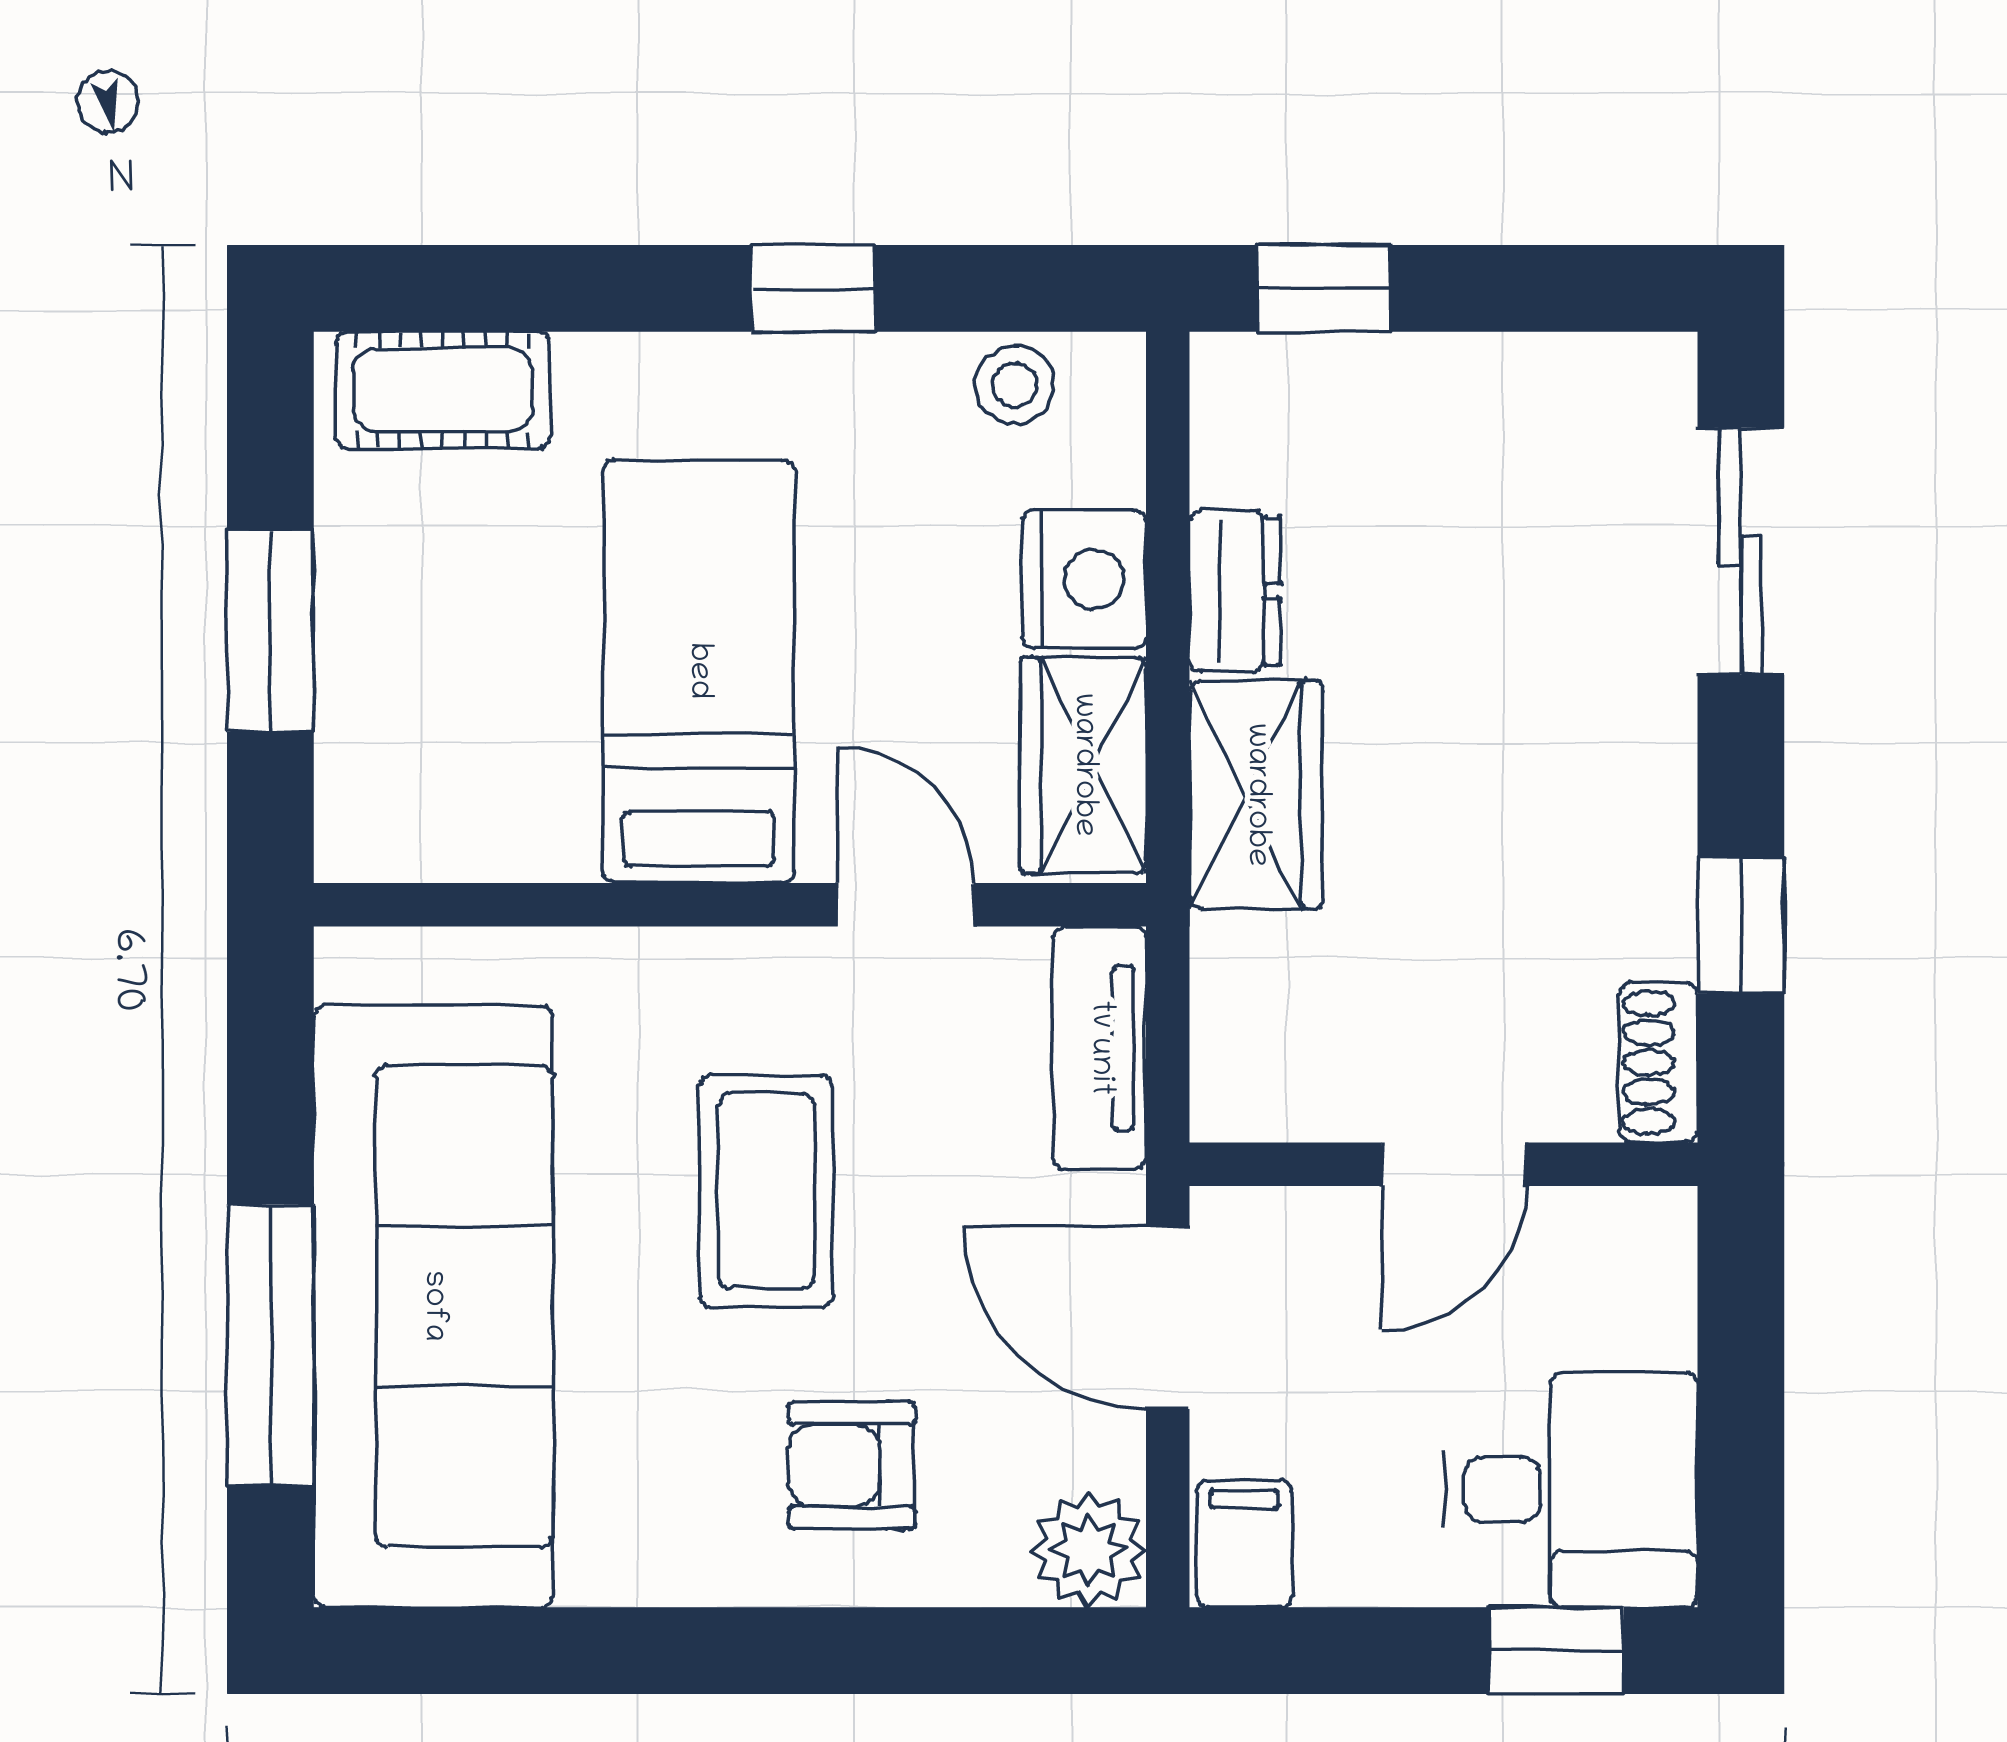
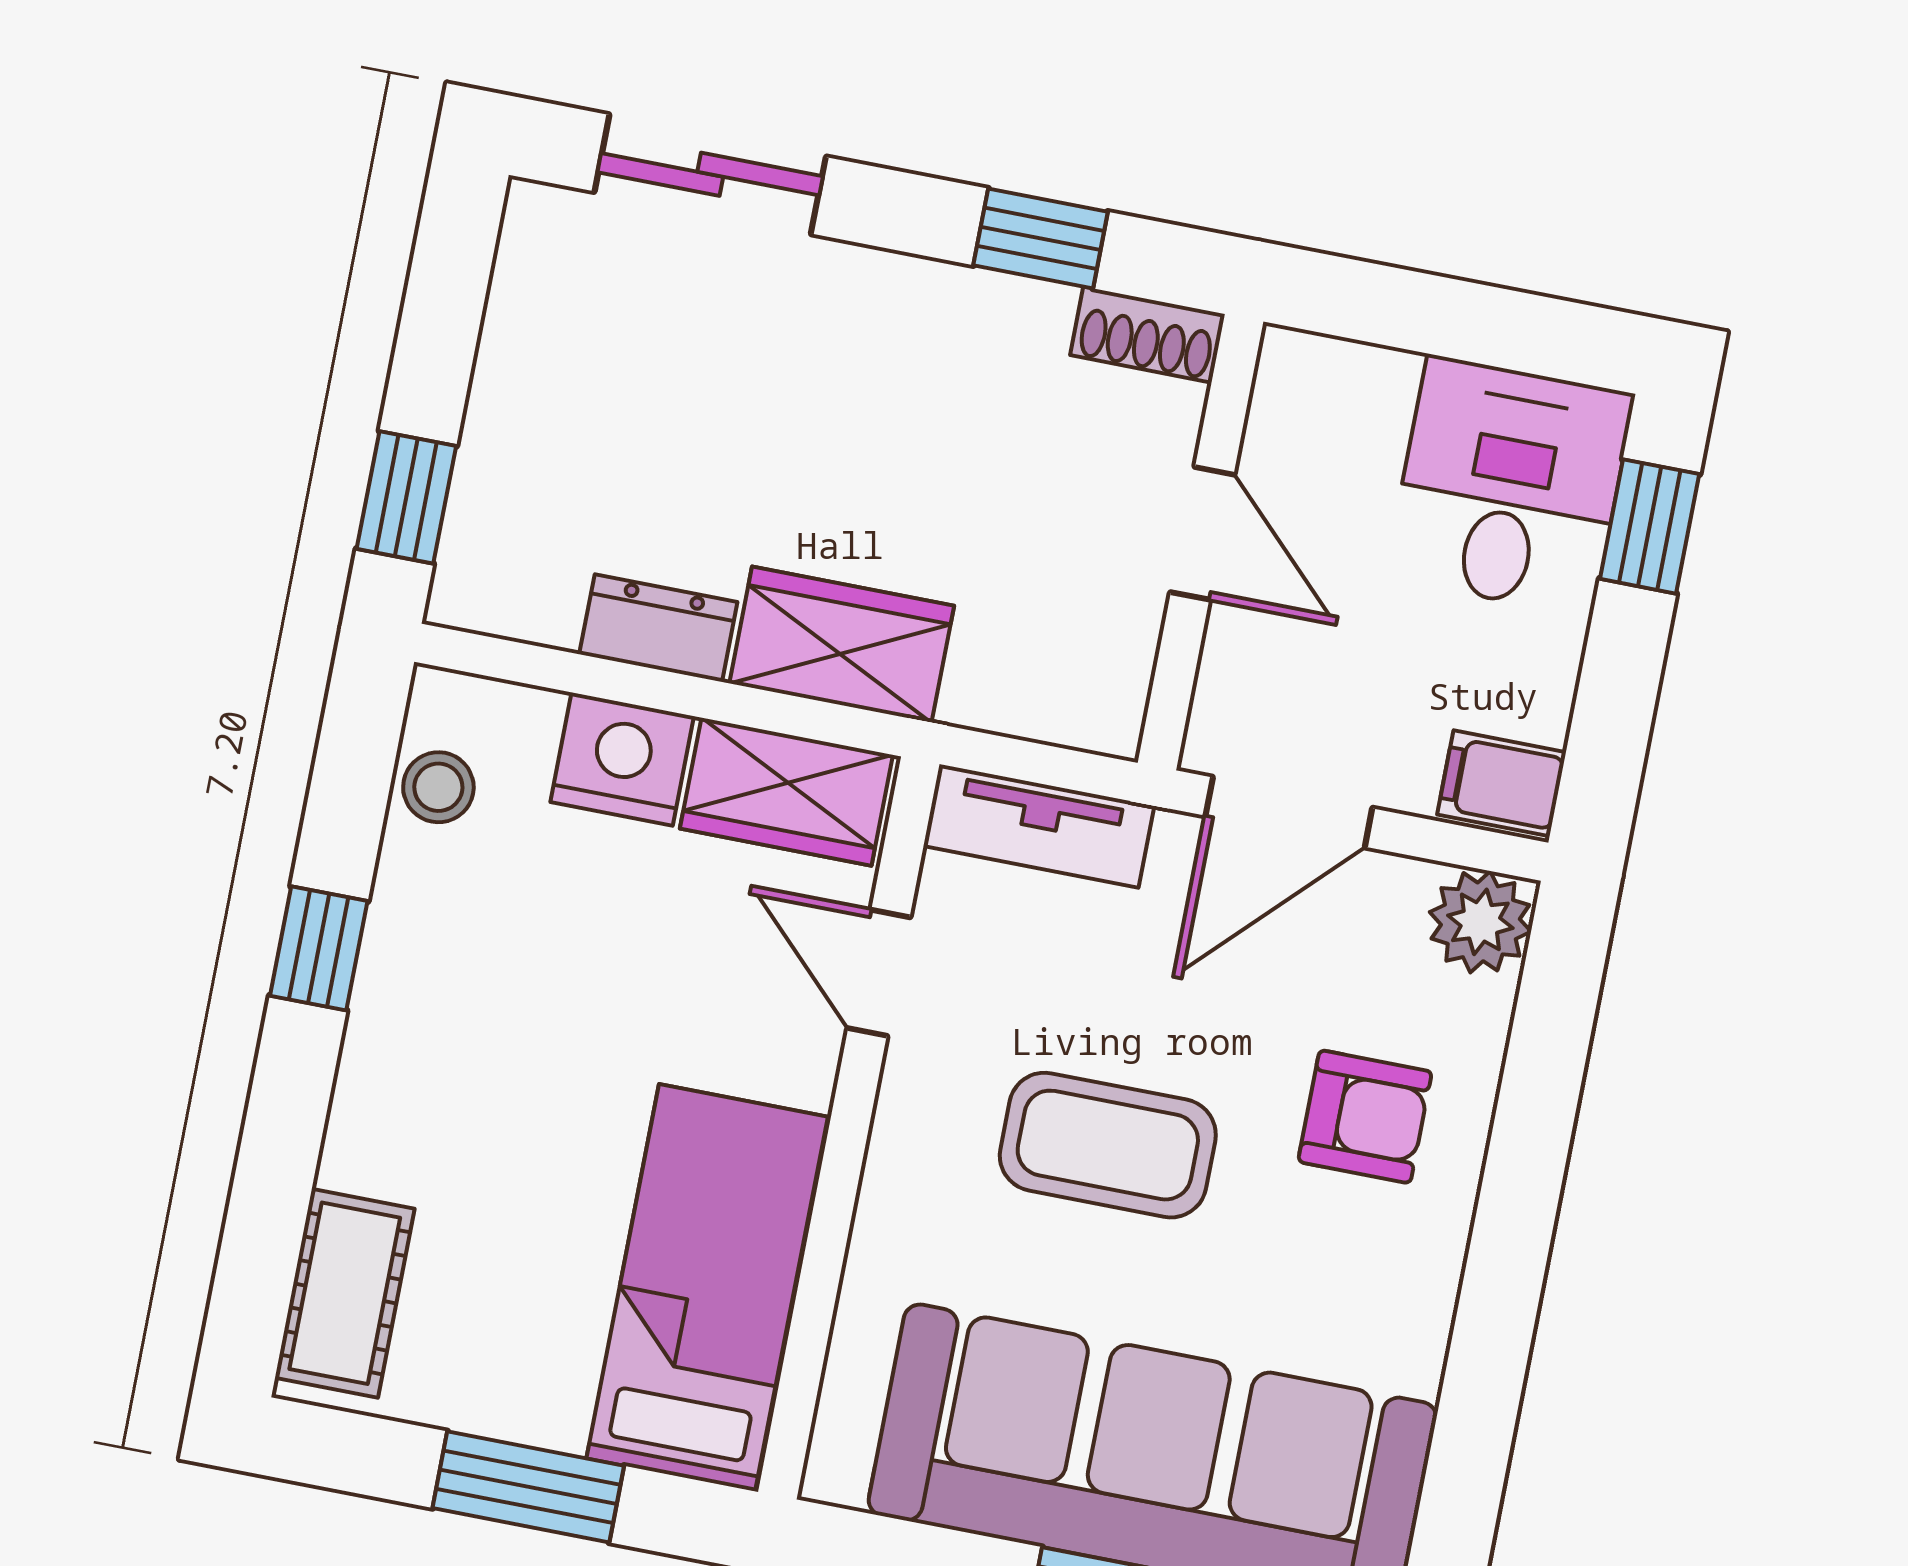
bed: (698, 671) -> (707, 1288), moved, turned 90
door: (906, 905) -> (879, 973), hinge flipped
armchair: (852, 1465) -> (1365, 1117), turned -90

